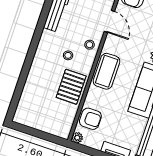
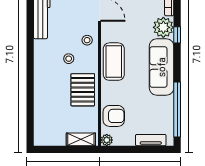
shelving: (55, 129) -> (81, 139), added

